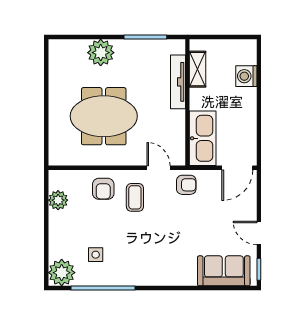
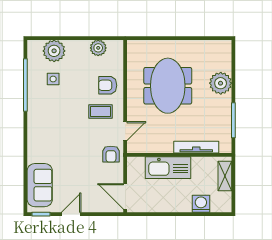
shelving: (198, 69) -> (225, 176), moved, turned 90
kitchen sink: (203, 138) -> (168, 168), moved
plant: (62, 273) -> (54, 51), moved

